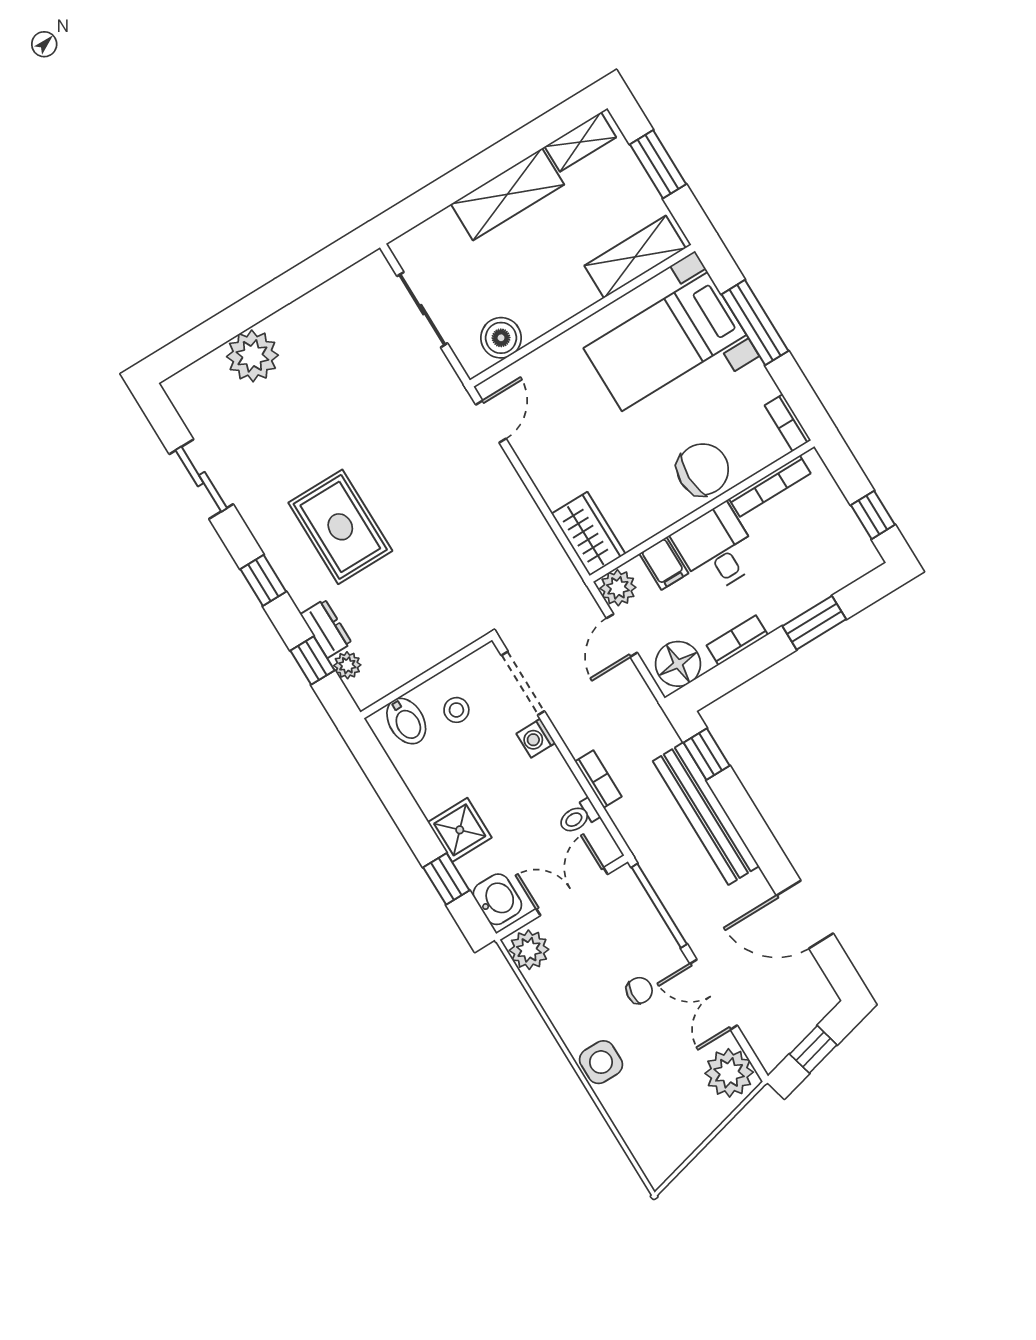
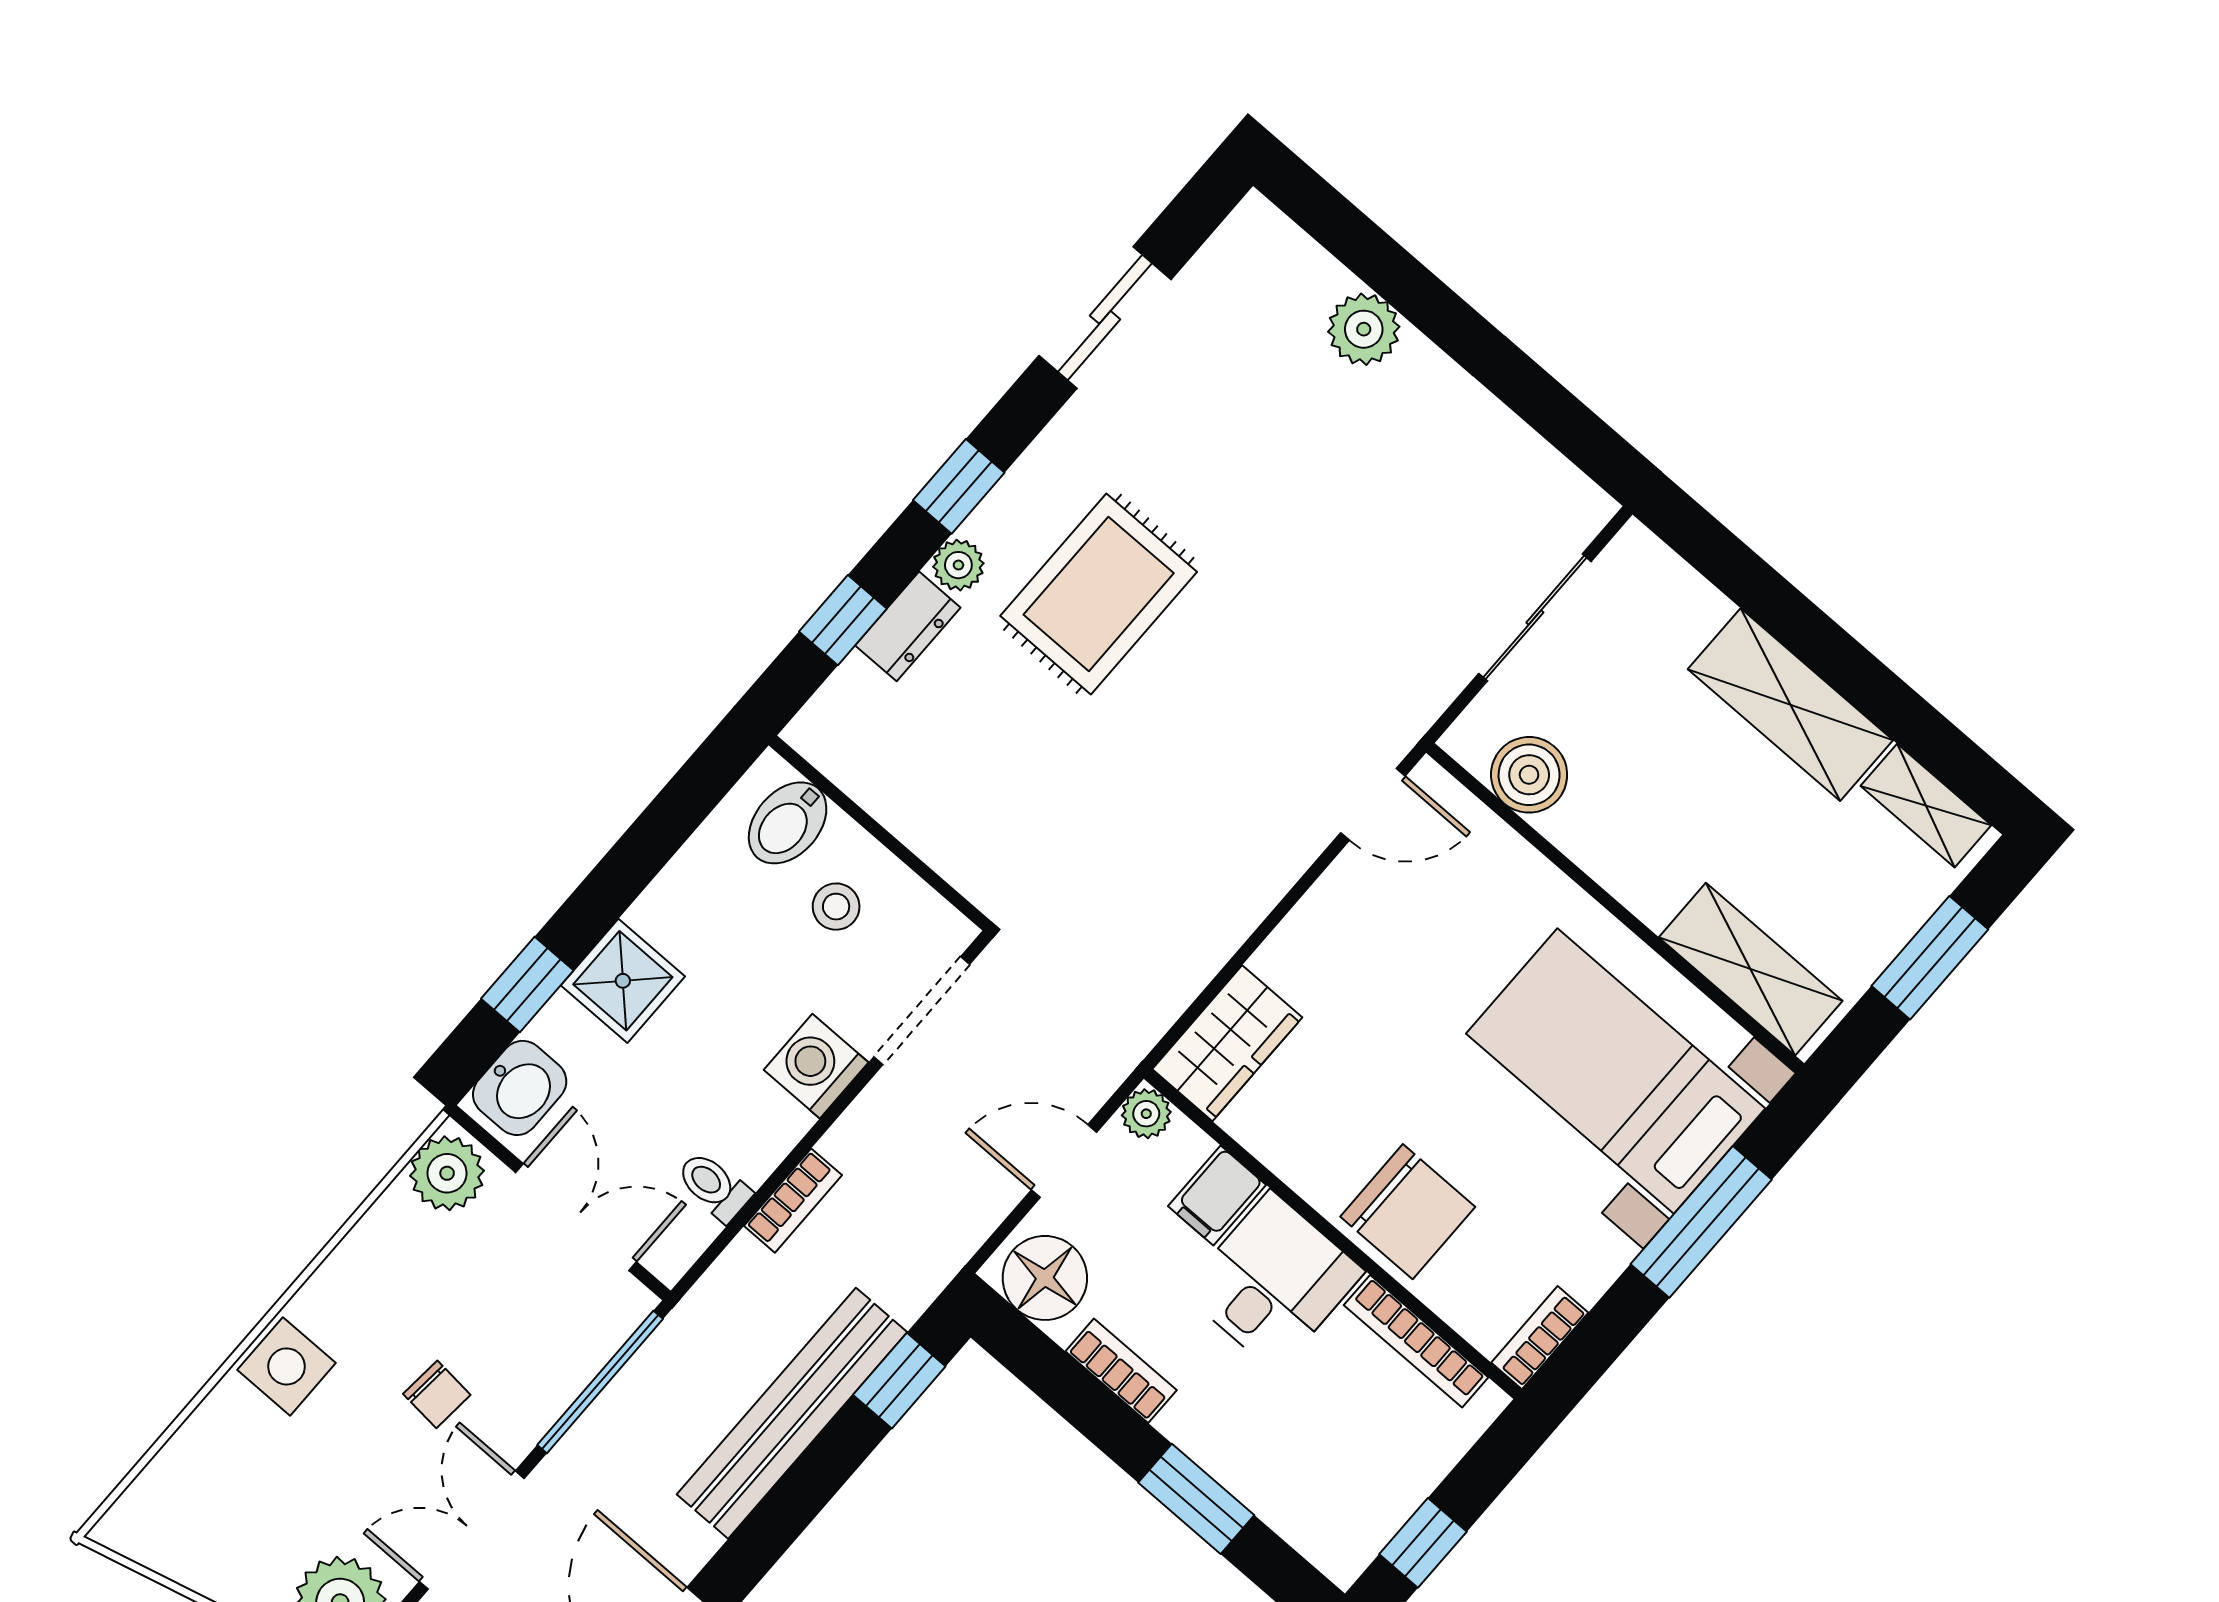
plant: (252, 356) -> (1364, 329), width x0.73, depth x0.73
plant: (618, 588) -> (1146, 1114), width x0.73, depth x0.73
plant: (347, 665) -> (958, 565), moved
washing machine: (536, 738) -> (816, 1066), width x1.38, depth x1.38

